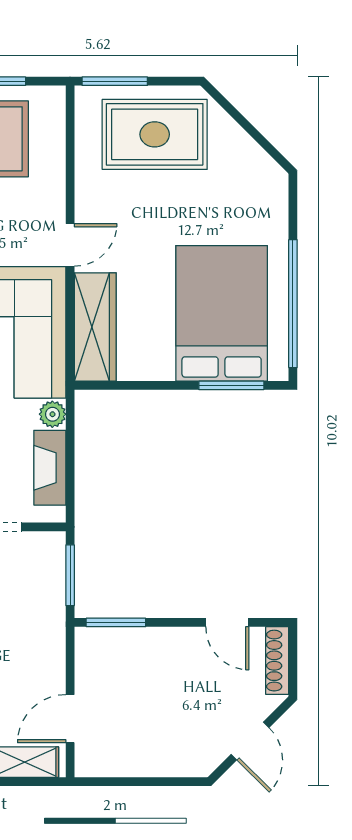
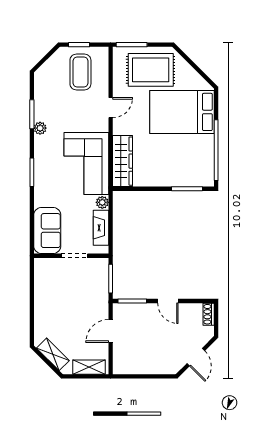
door: (70, 245) -> (111, 108), moved
bed: (222, 313) -> (182, 112), moved, turned -90
door: (227, 622) -> (168, 301), moved
shoe rack: (277, 661) -> (209, 314), width x0.70
door: (70, 719) -> (111, 331), moved

